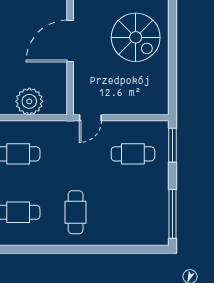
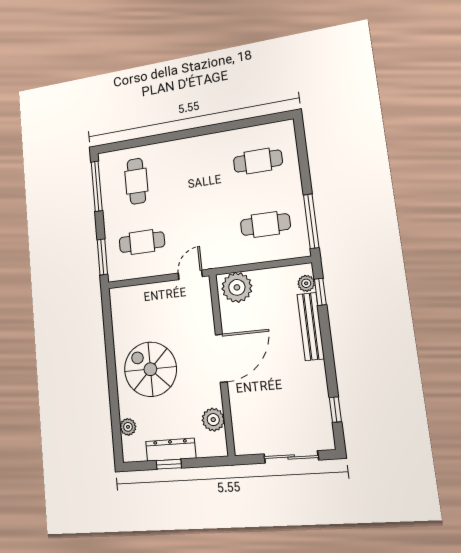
plant: (29, 101) -> (237, 287), moved
cafe table: (76, 212) -> (136, 181), moved

